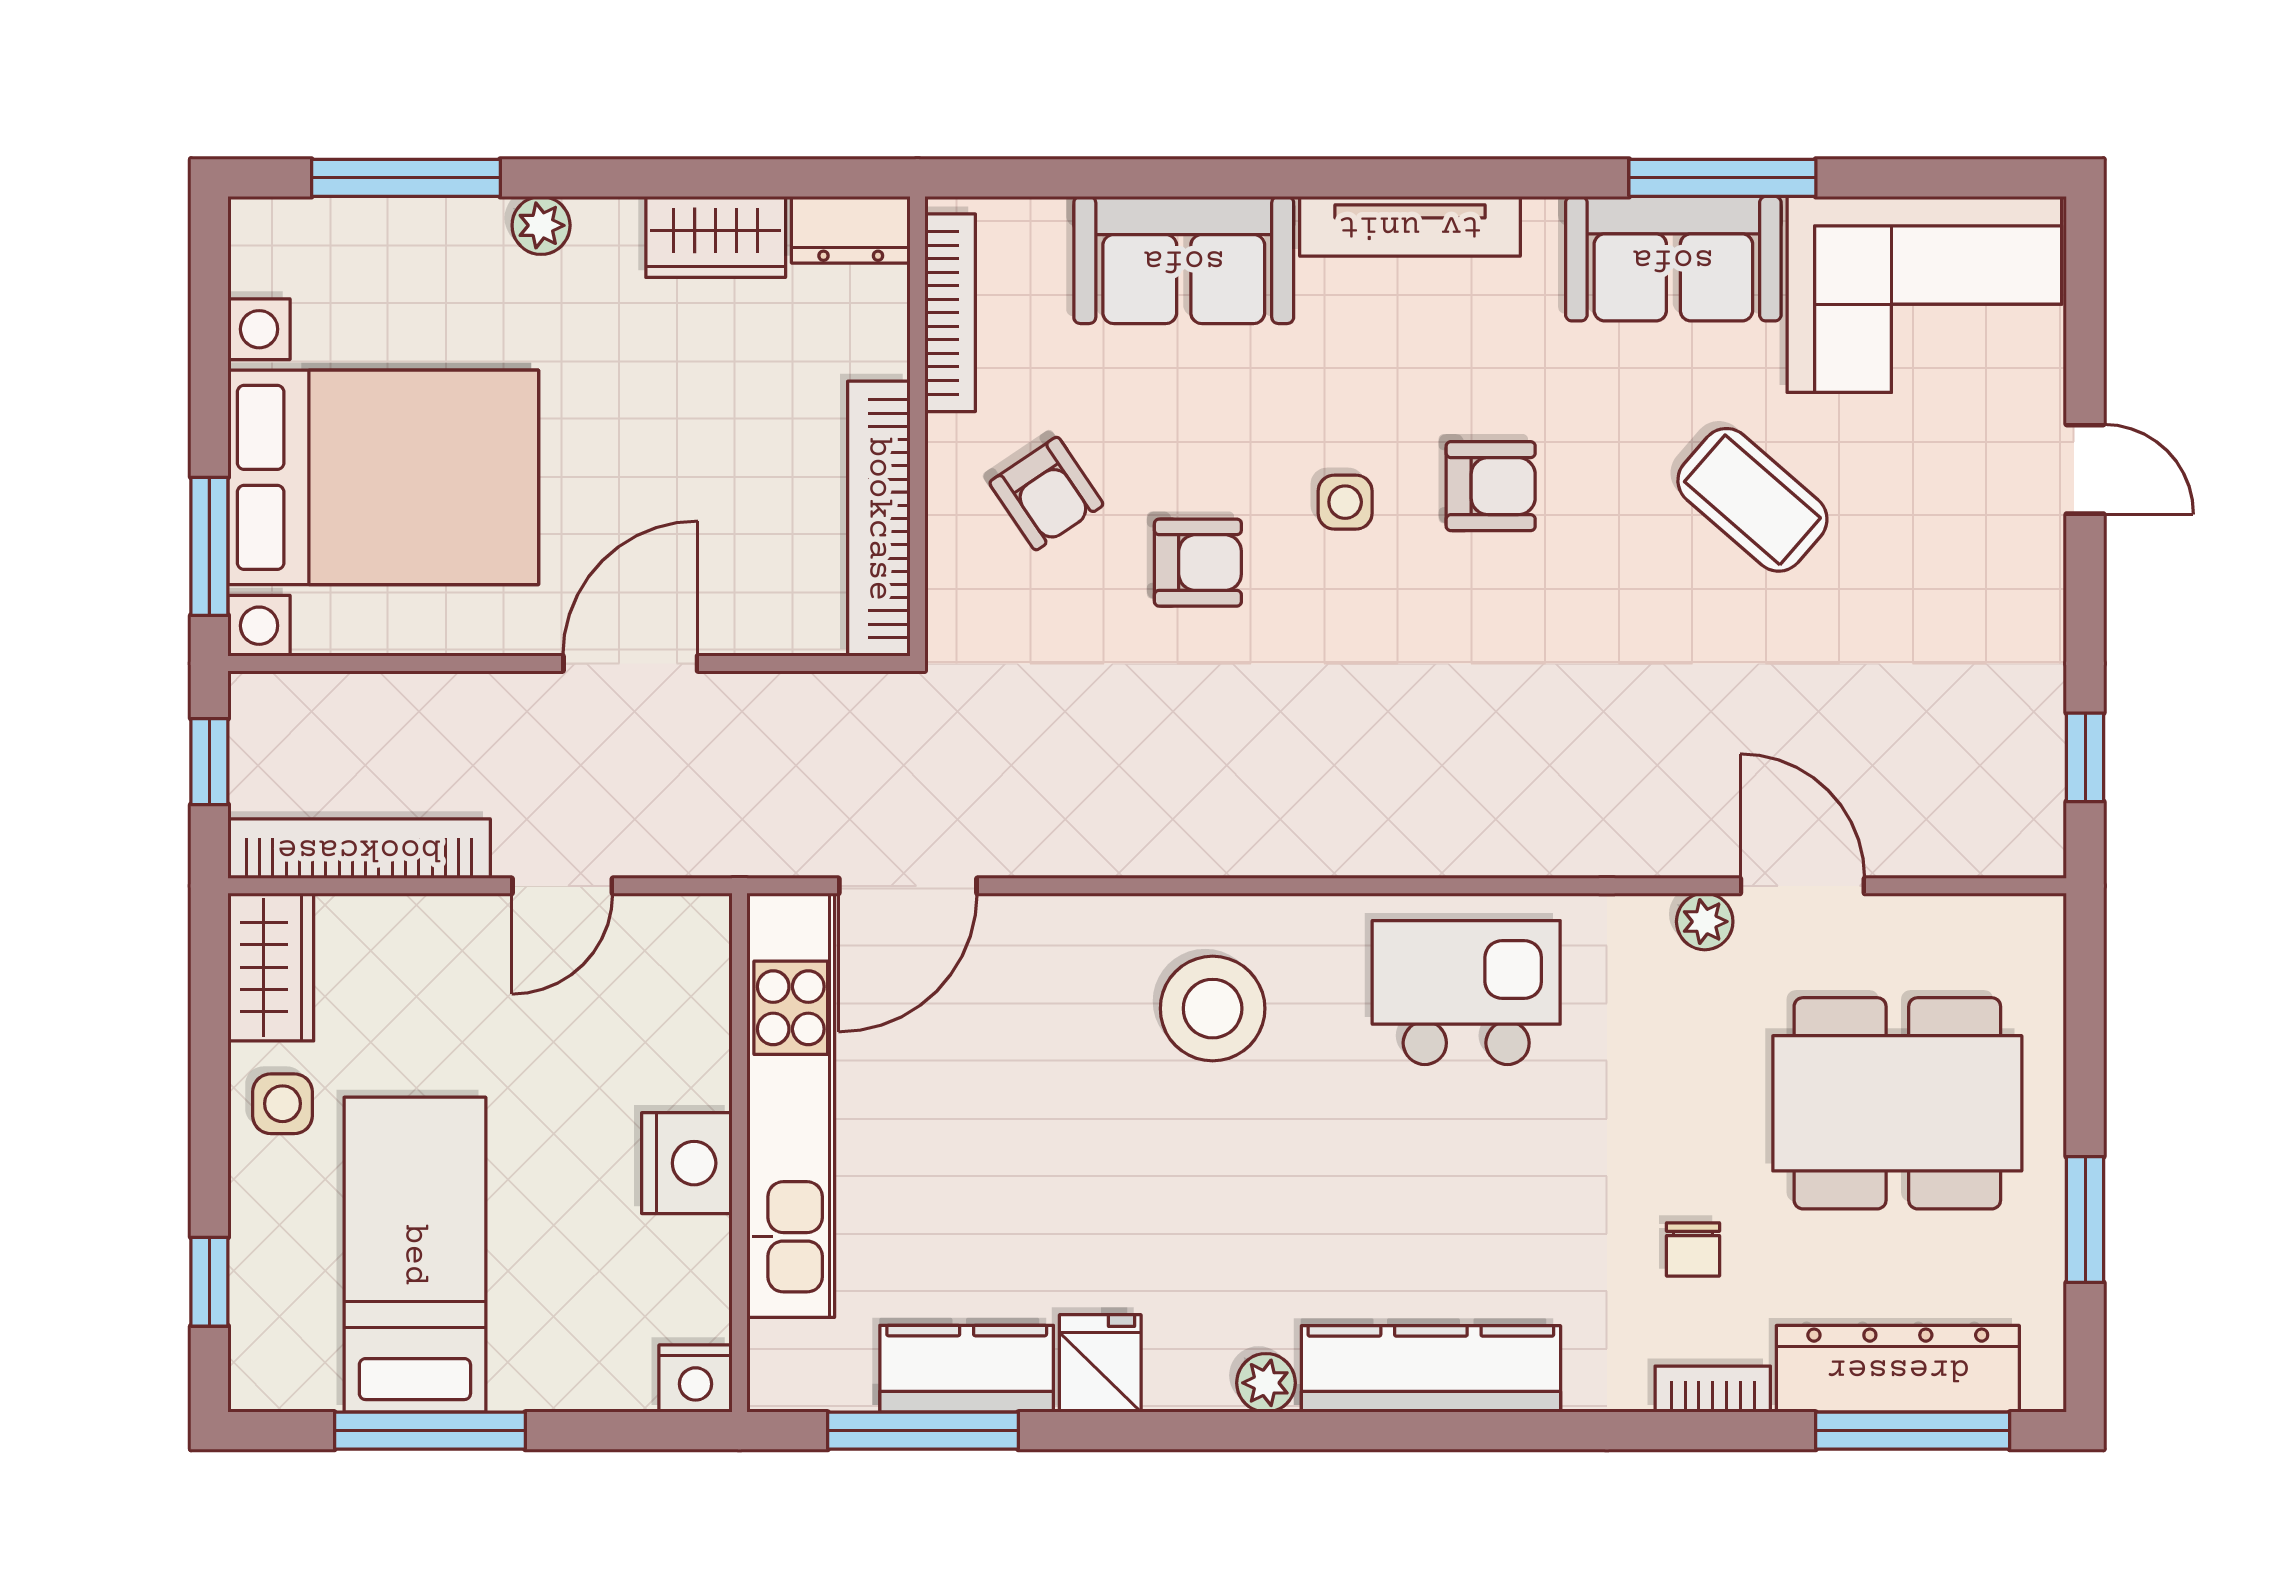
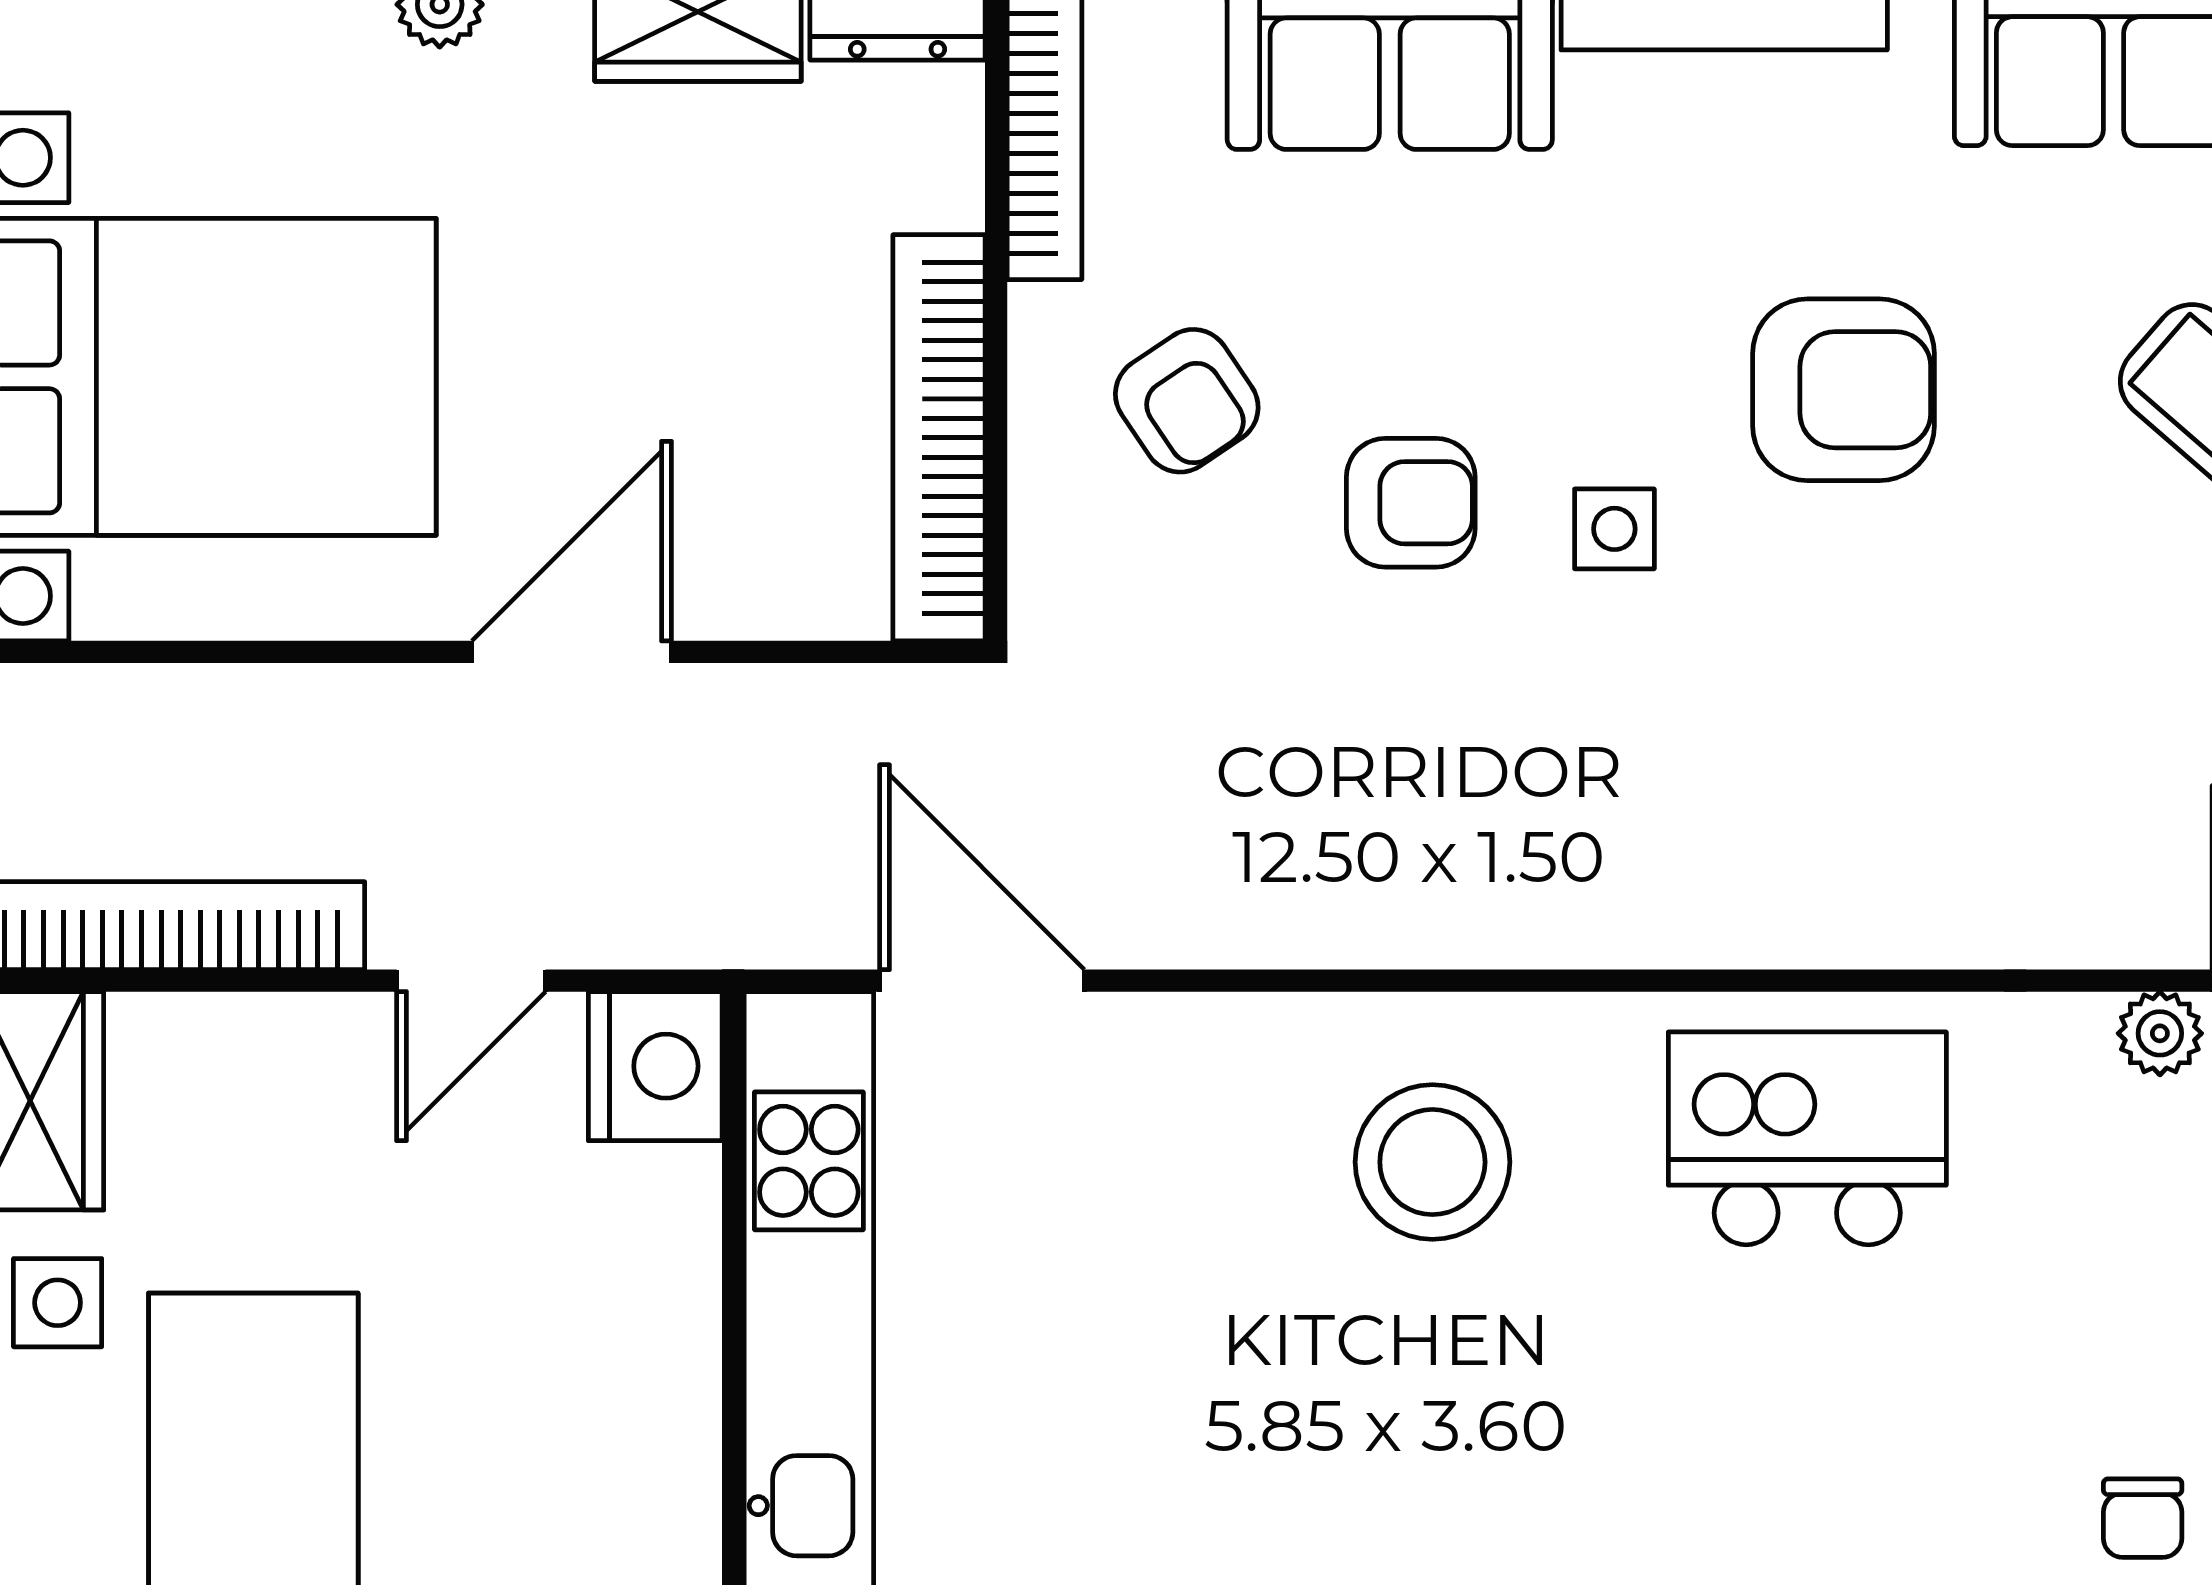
armchair: (1491, 486) -> (1844, 390), width x1.38, depth x1.38
side table: (1345, 502) -> (1614, 529), moved
door: (908, 886) -> (982, 981), swing flipped
nightstand: (687, 1163) -> (655, 1066), moved

